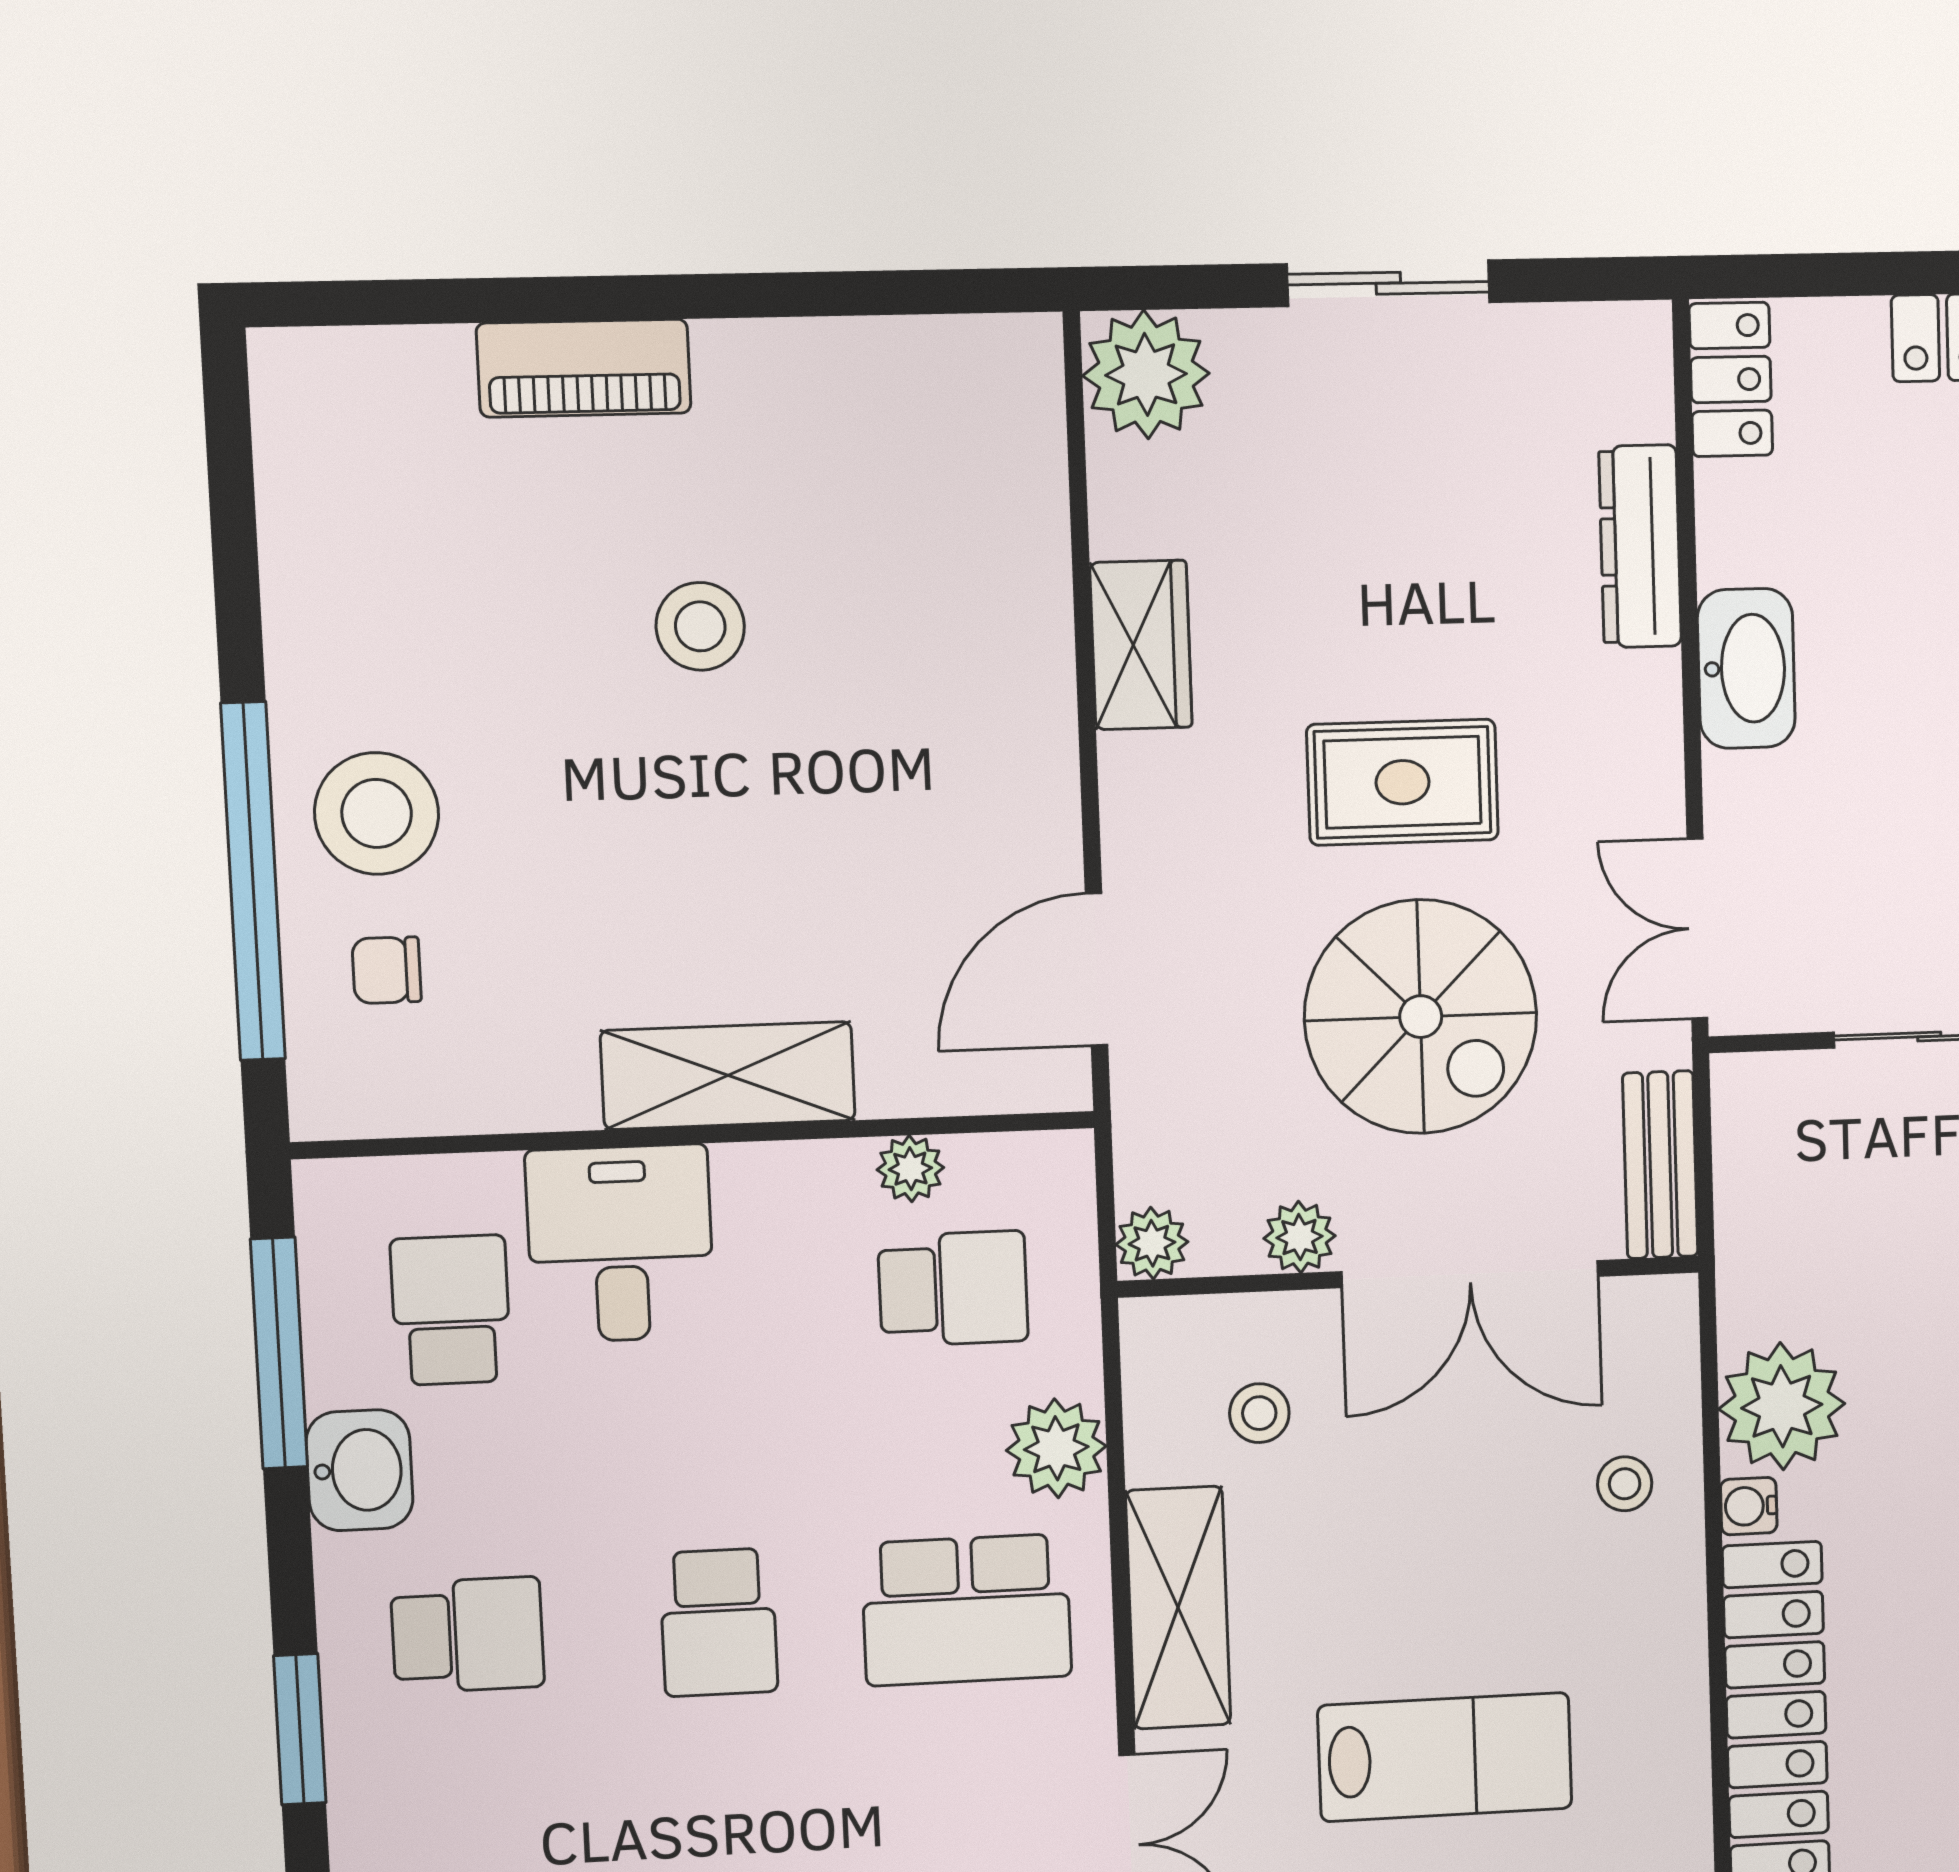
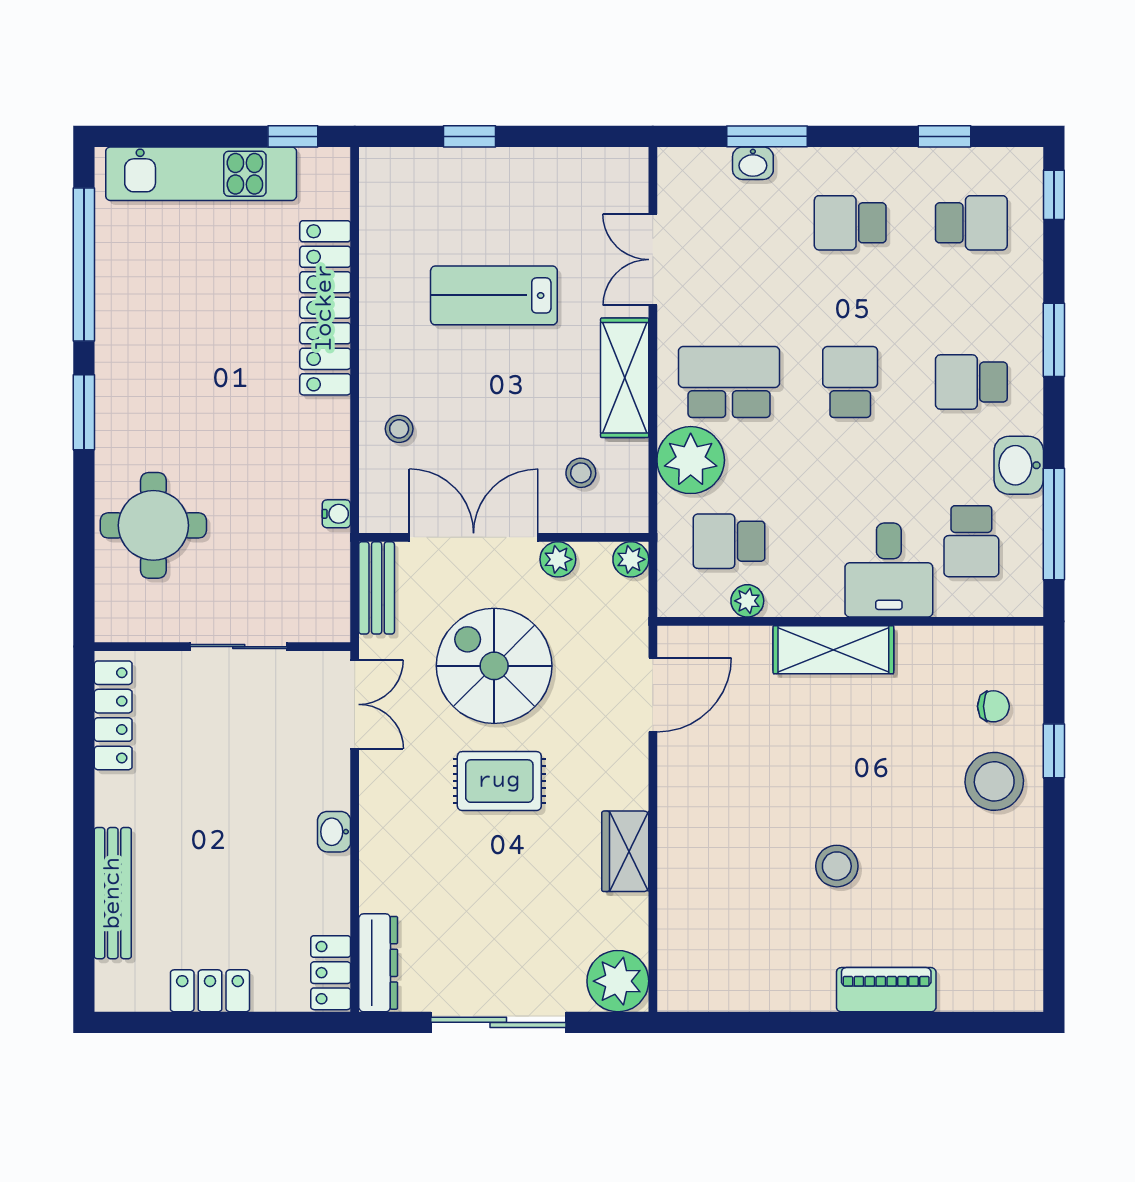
sliding door: (1388, 283) -> (498, 1022), width x1.37
dresser: (1640, 546) -> (378, 963), moved
washbasin: (1746, 668) -> (334, 832), width x0.52, depth x0.69
window: (253, 881) -> (1054, 751), width x0.32
plant: (1782, 1406) -> (318, 464), removed
plant: (1056, 1448) -> (691, 460), width x1.36, depth x1.36
water cooler: (1749, 1506) -> (336, 514), moved

